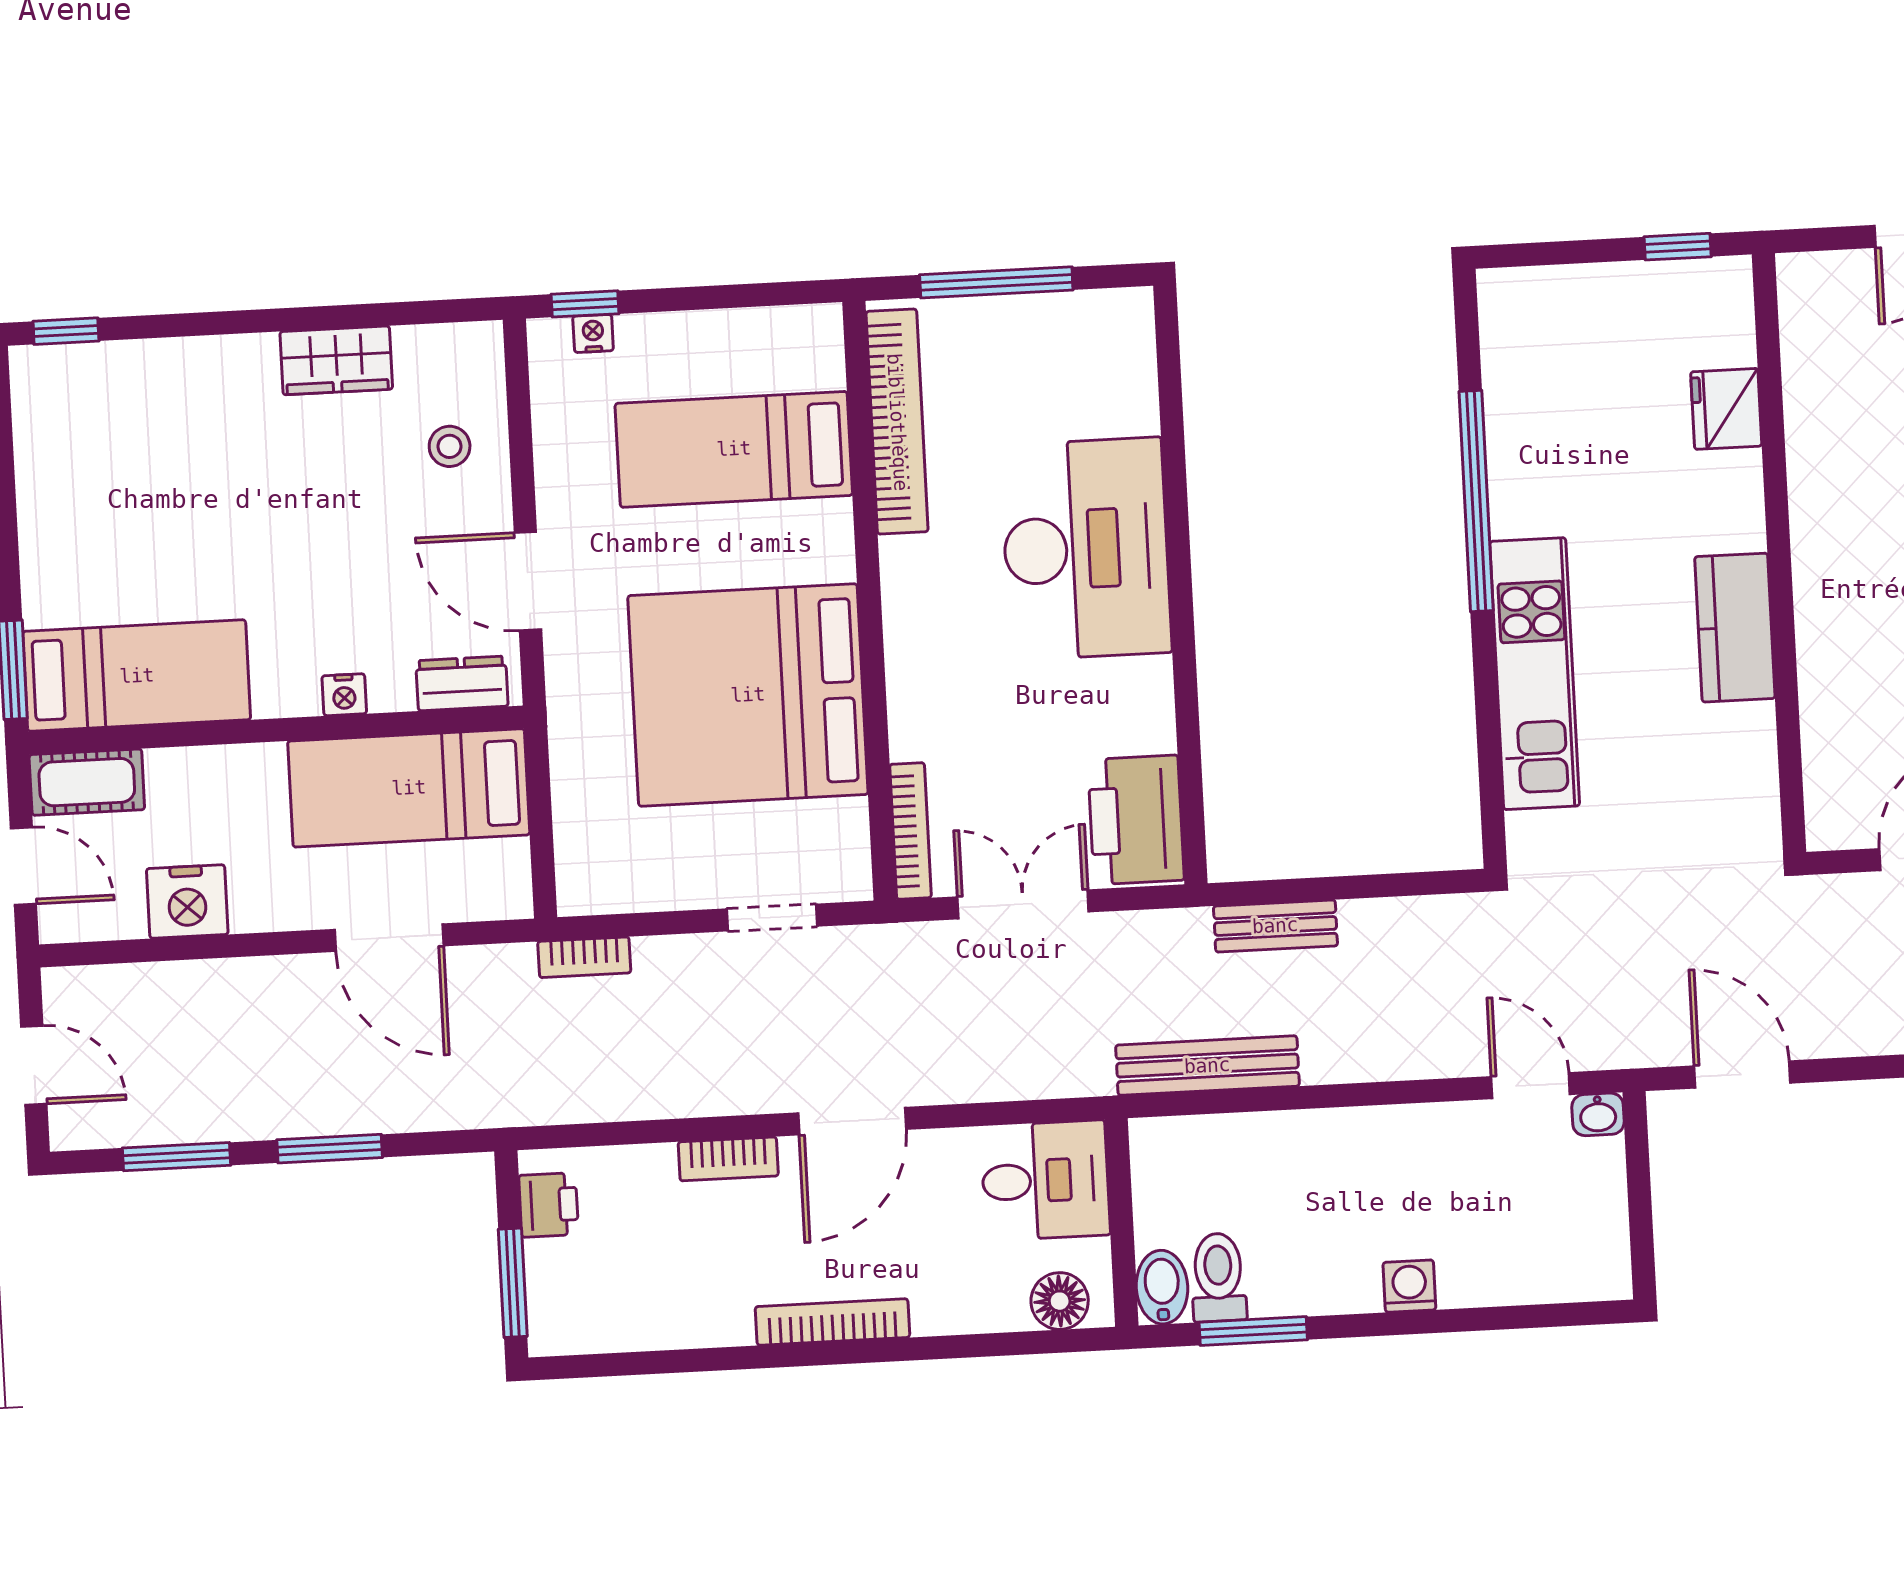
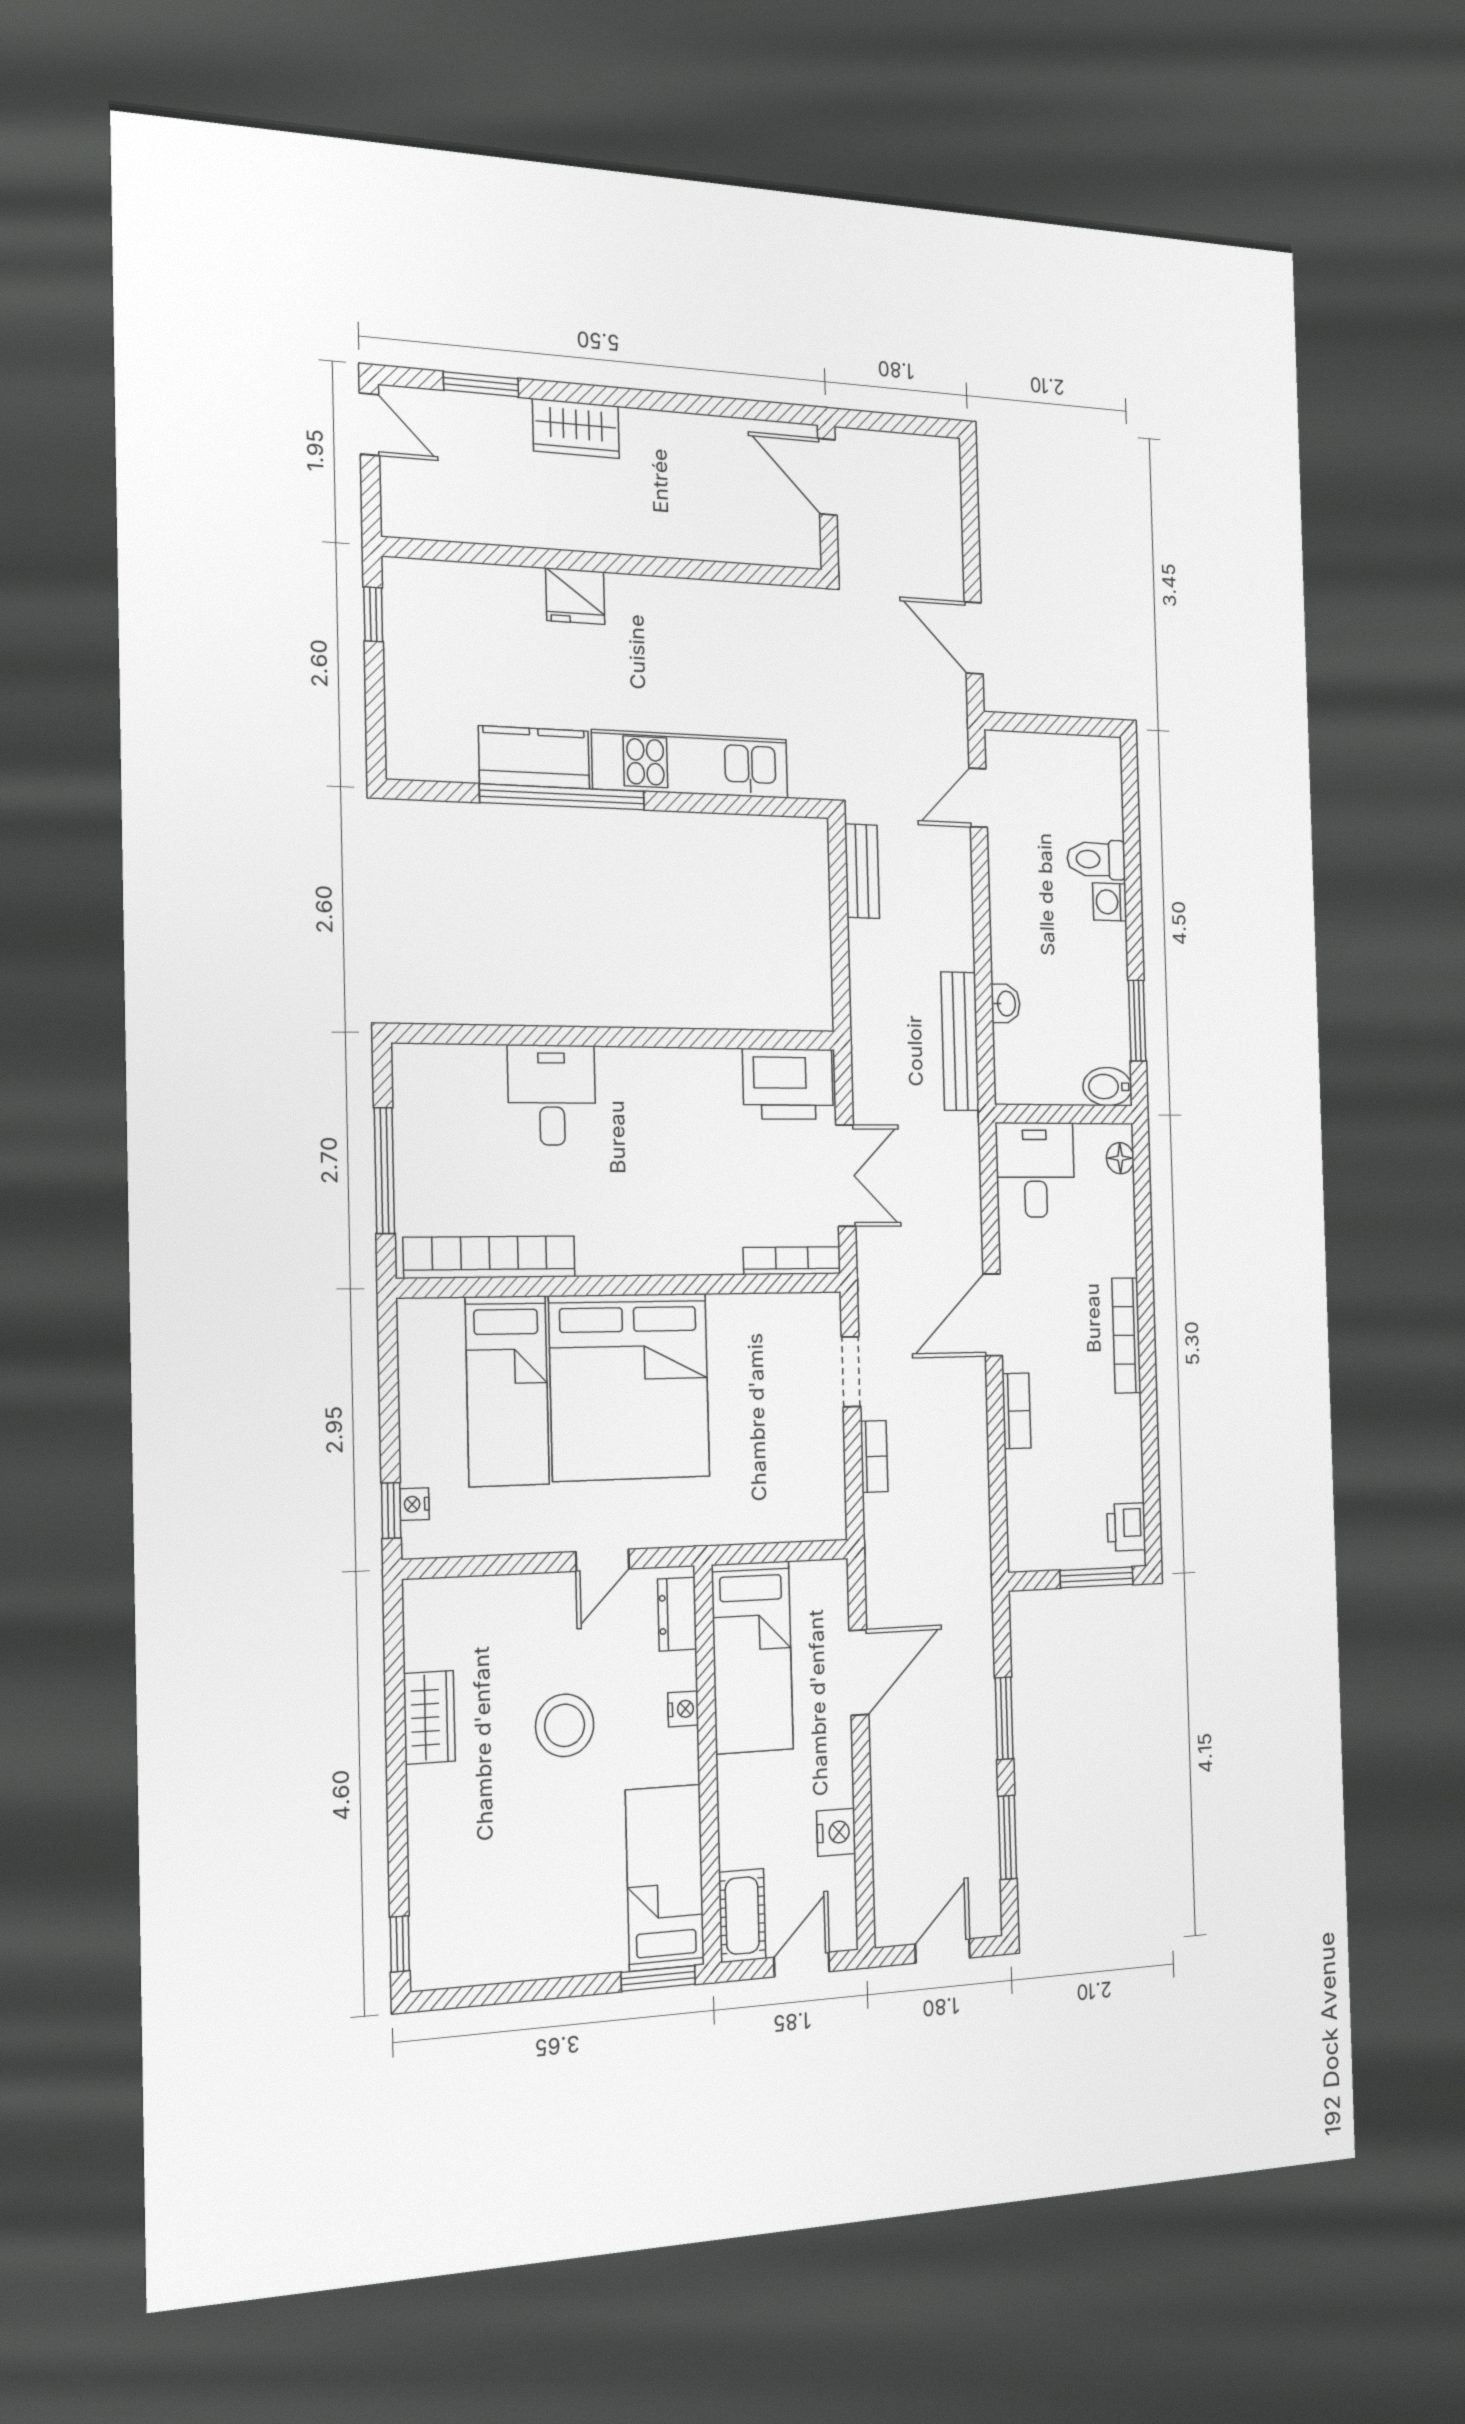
fridge: (1726, 409) -> (575, 596), moved
stool: (450, 446) -> (565, 1725), moved, width x1.89, depth x1.89
desk: (1086, 549) -> (552, 1095), width x0.53, depth x0.77
door: (528, 581) -> (603, 1560), width x0.73
kitchen counter: (1735, 628) -> (534, 757), moved, turned 180
bed: (748, 695) -> (630, 1387), moved
nightstand: (187, 902) -> (836, 1832), width x0.74, depth x0.75
double door: (1023, 904) -> (846, 1176), swing flipped
bench: (1275, 926) -> (862, 871), moved
bookcase: (584, 957) -> (874, 1456), moved
door: (1742, 1075) -> (974, 638), hinge flipped
washbasin: (1598, 1114) -> (1006, 1004), moved
door: (852, 1121) -> (993, 1315), swing flipped
printer: (549, 1205) -> (1126, 1527), moved, turned -90
toilet: (1218, 1277) -> (1096, 859), moved
floor lamp: (1060, 1301) -> (1120, 1158), width x0.73, depth x0.73

